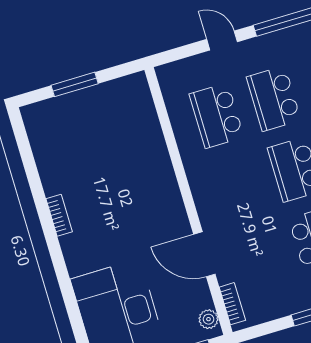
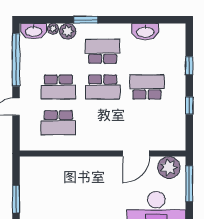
bookcase: (232, 304) -> (169, 146), removed
plant: (208, 319) -> (169, 167), width x1.88, depth x1.88

